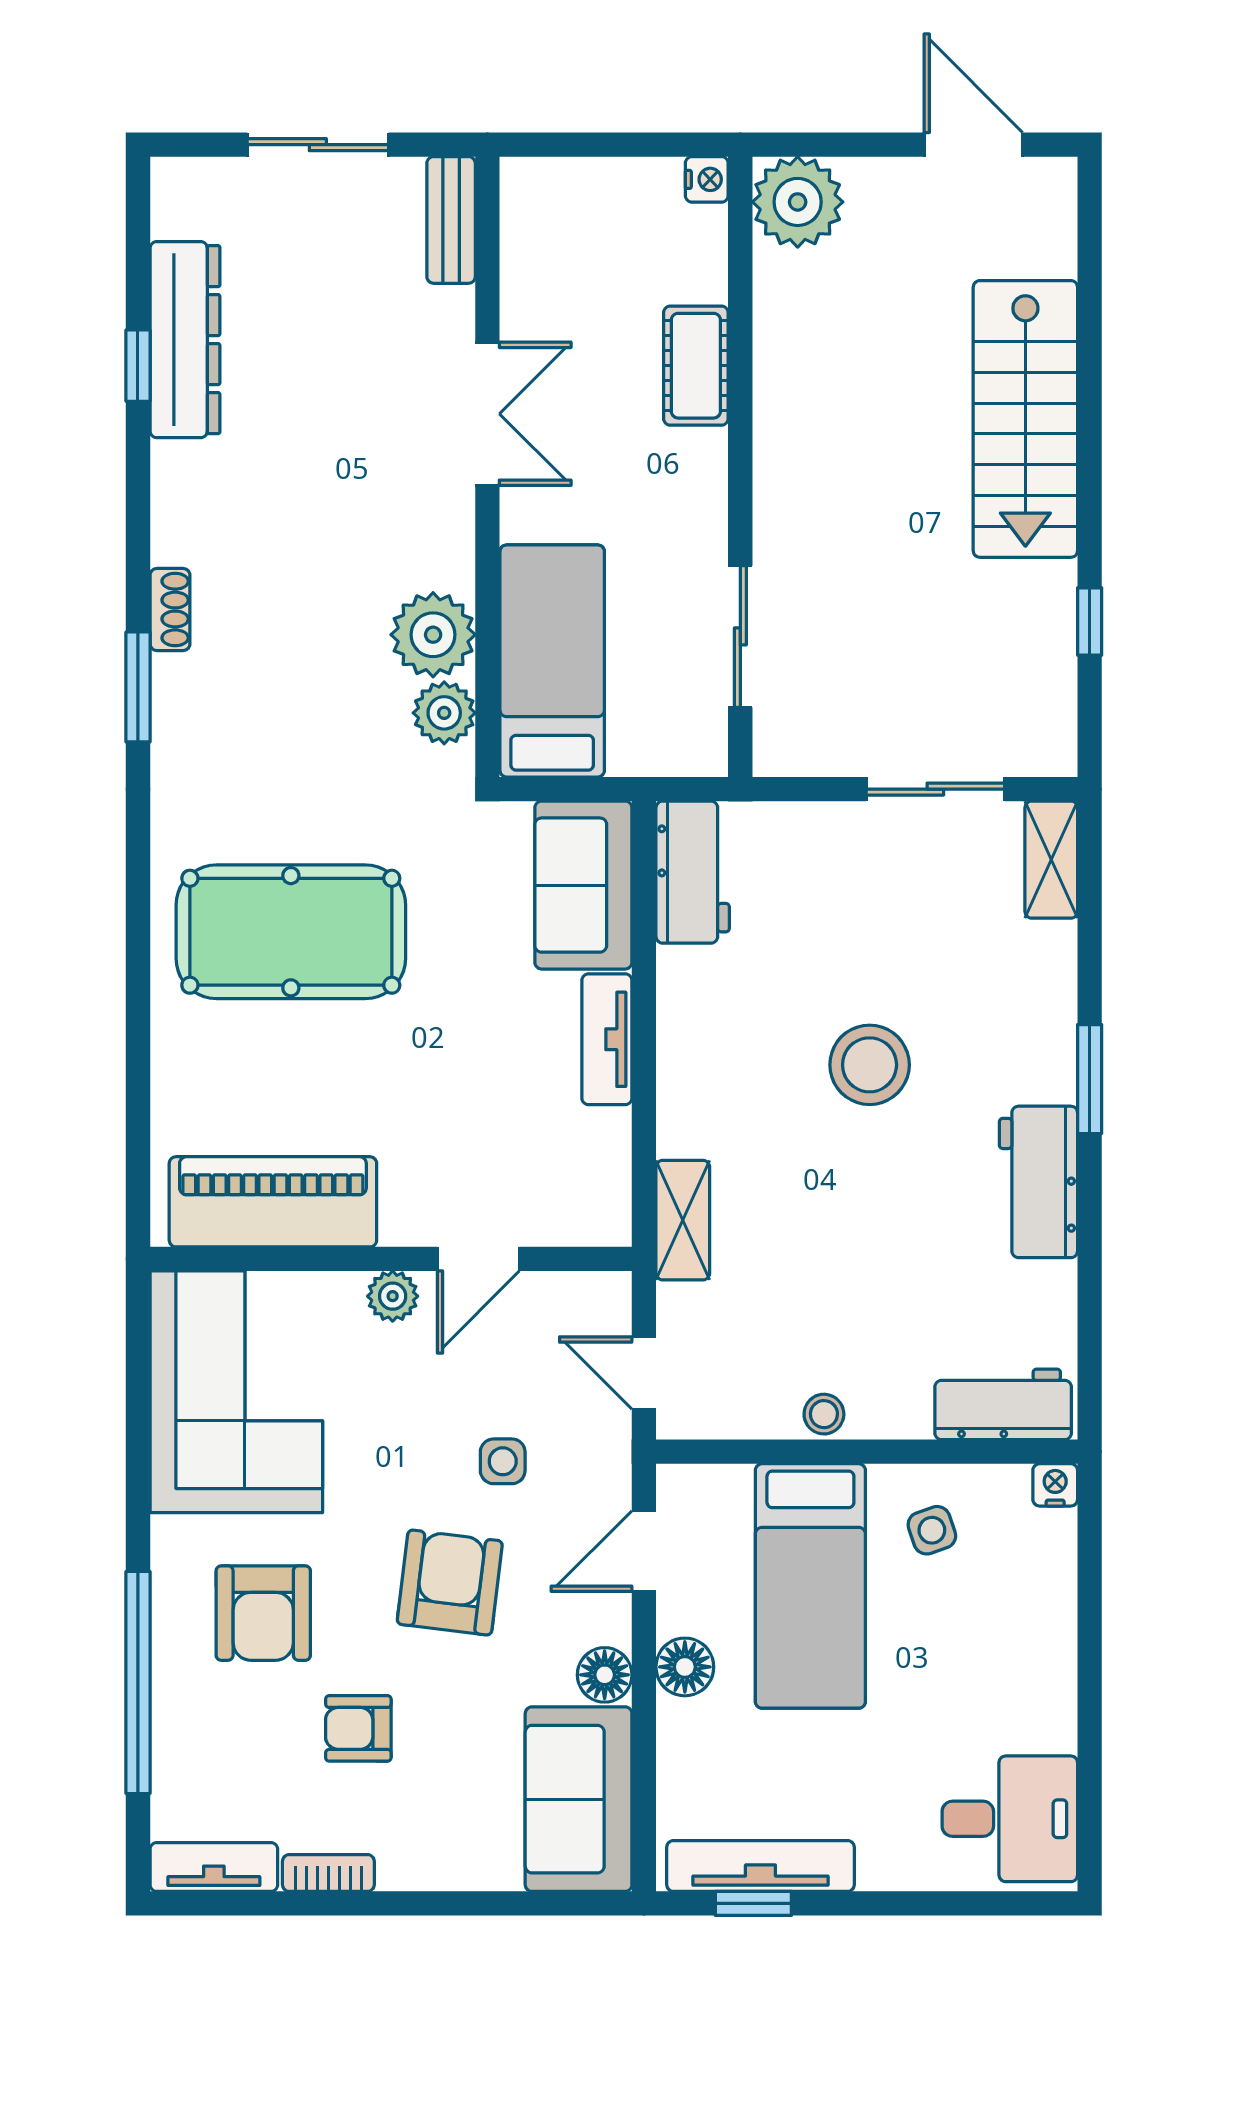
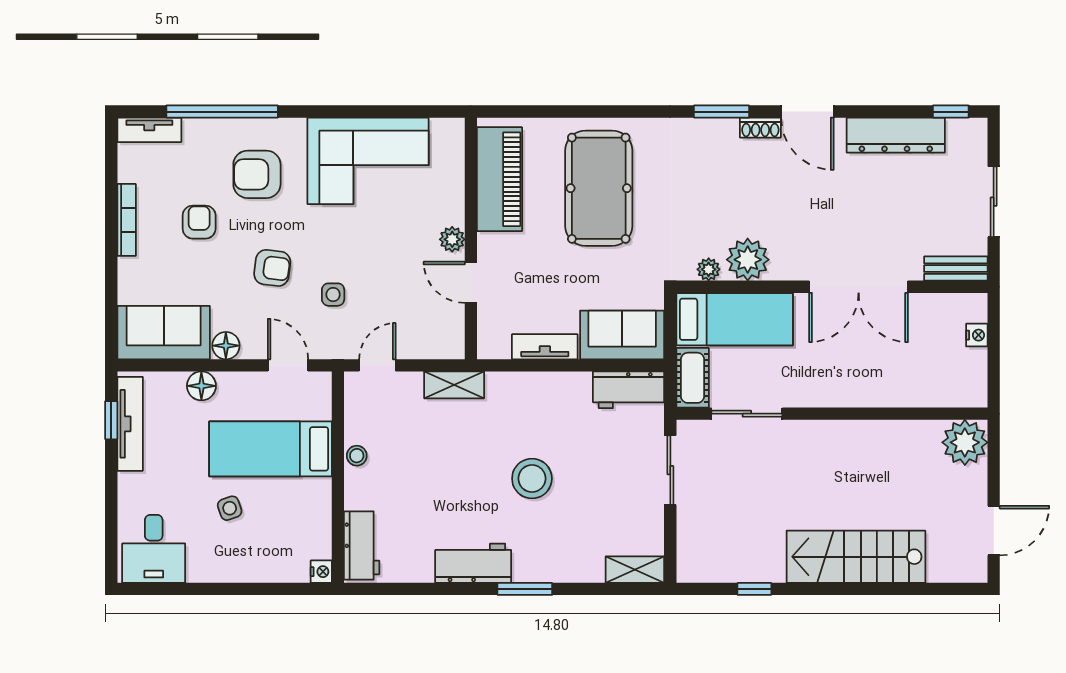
nightstand: (707, 179) -> (977, 335), moved, turned -90
window: (138, 366) -> (951, 112), moved
cot: (696, 366) -> (693, 378), moved, turned 90
double door: (487, 414) -> (859, 287), width x1.37
door: (138, 516) -> (807, 112), added
plant: (444, 713) -> (709, 269), width x0.73, depth x0.73
sliding door: (935, 789) -> (670, 470), moved
piano: (273, 1202) -> (500, 179), moved
wall: (391, 1259) -> (471, 238), moved
door: (478, 1259) -> (471, 282), moved
plant: (393, 1296) -> (452, 239), moved
side table: (932, 1530) -> (230, 508), moved
armchair: (450, 1583) -> (272, 268), width x0.72, depth x0.72
floor lamp: (685, 1667) -> (201, 386), moved
tv unit: (214, 1867) -> (149, 130), moved, turned 90
bookcase: (328, 1873) -> (127, 220), width x1.56

